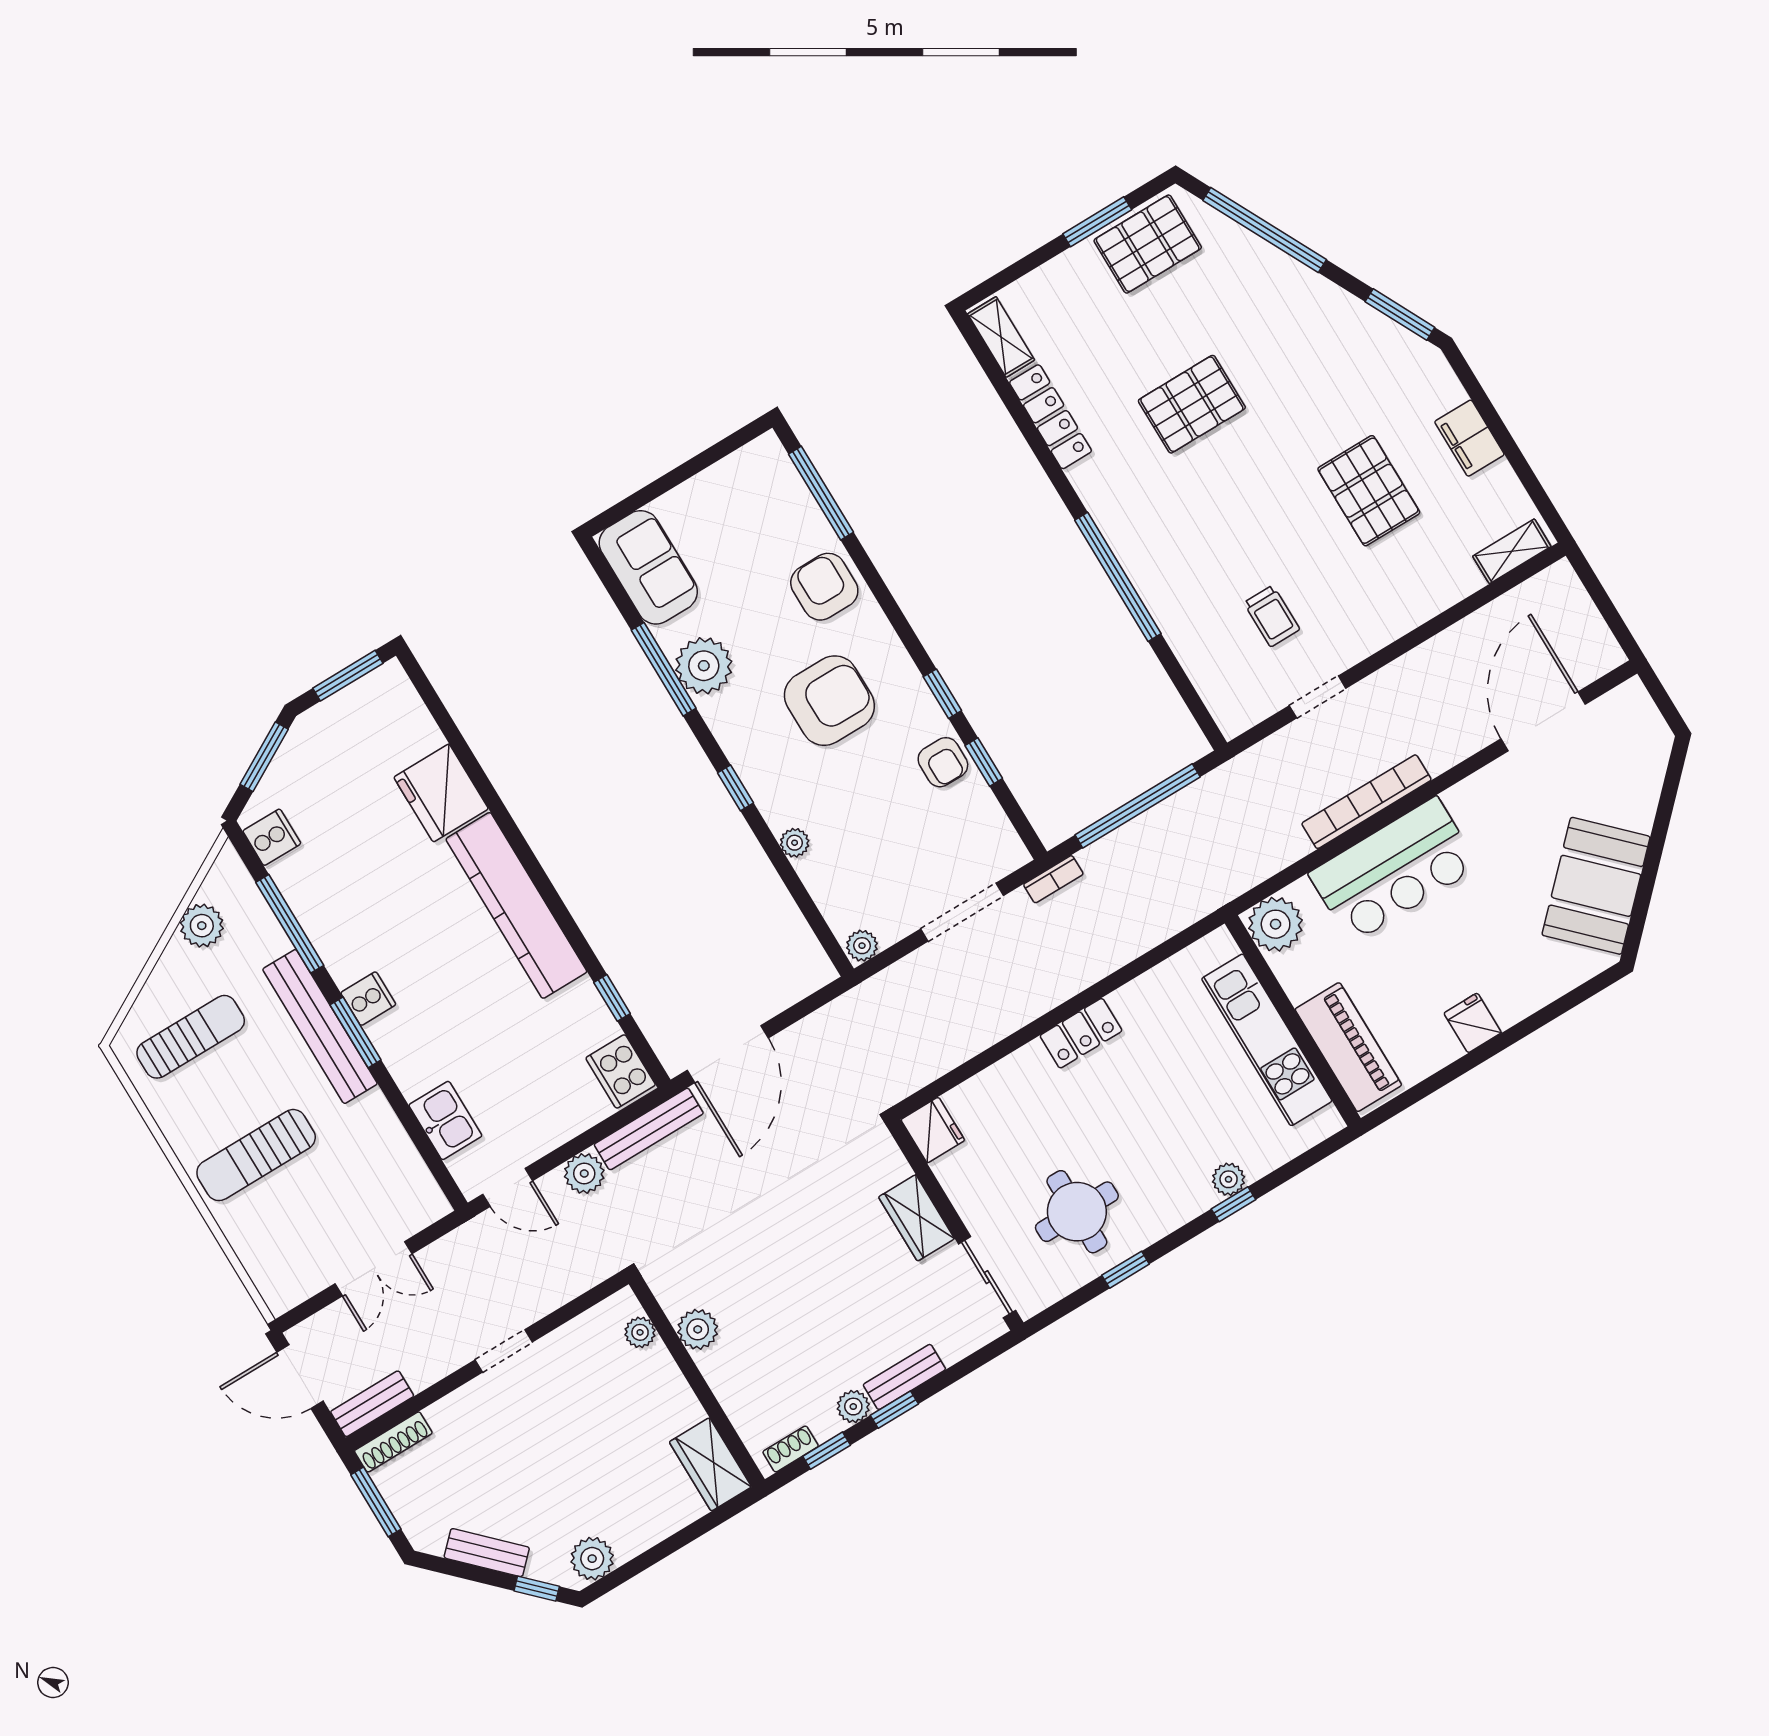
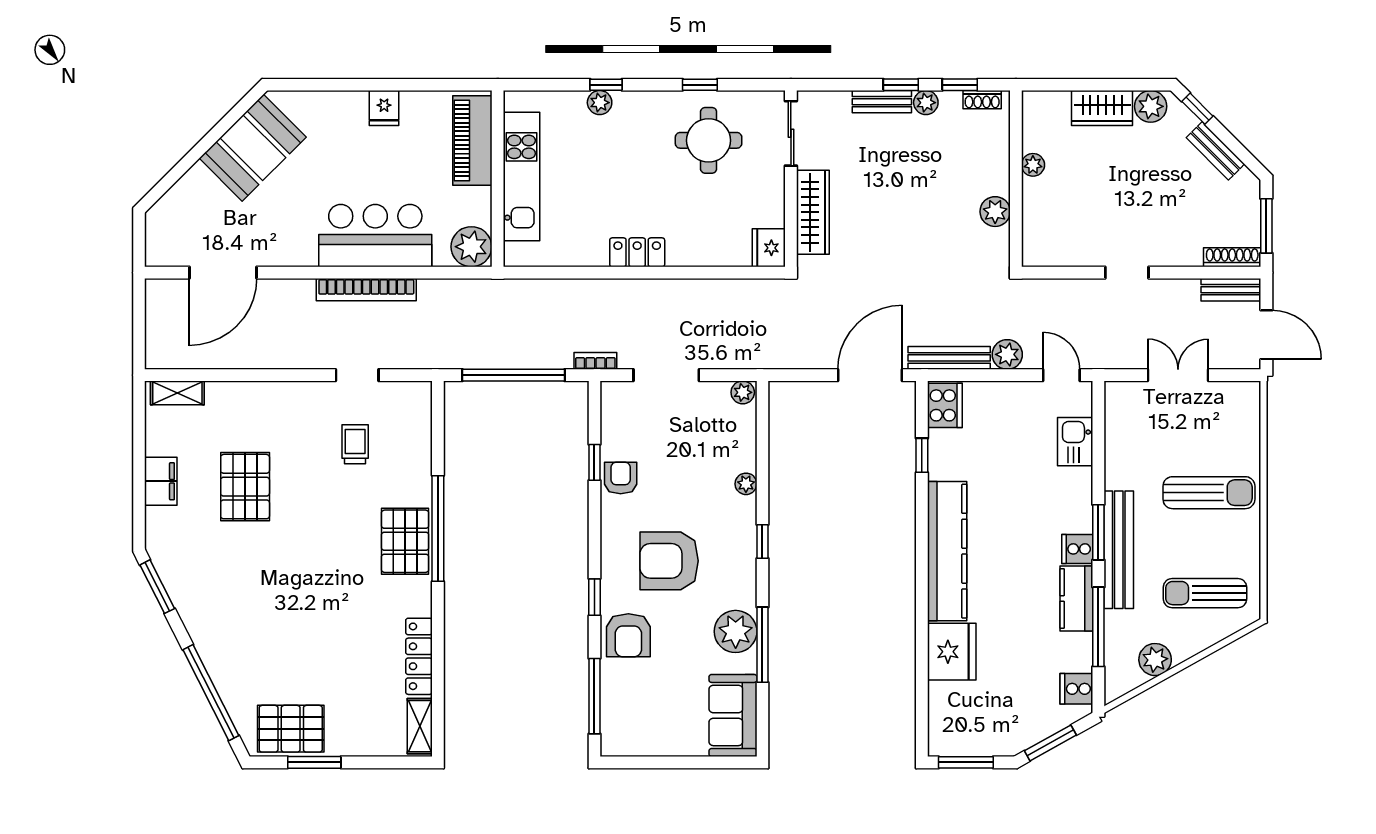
pallet: (1192, 404) -> (405, 541), moved, turned 90
window: (942, 694) -> (594, 597), moved
kitchen counter: (335, 941) -> (1076, 598), added
wardrobe: (917, 1218) -> (813, 212), width x1.50
plant: (640, 1332) -> (1033, 165), moved
wardrobe: (710, 1464) -> (1102, 108), moved, turned 90

